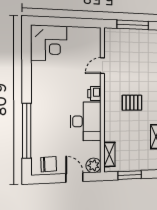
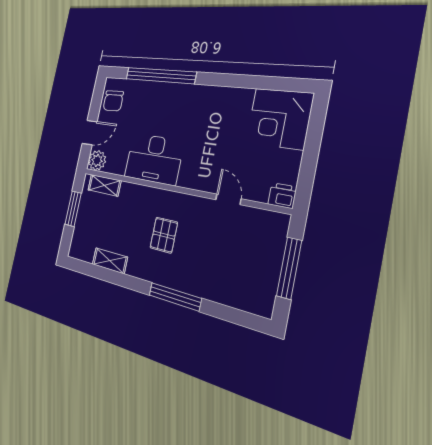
printer: (94, 94) -> (282, 196), moved

